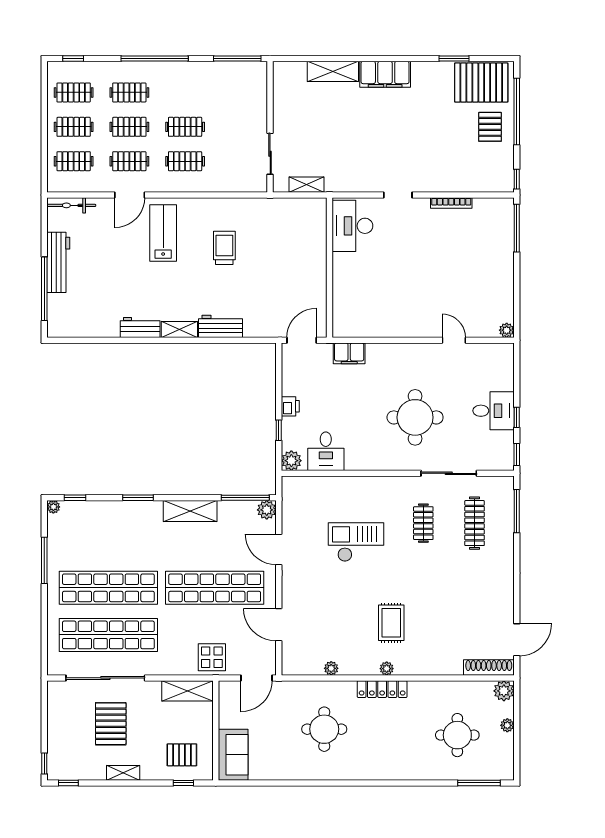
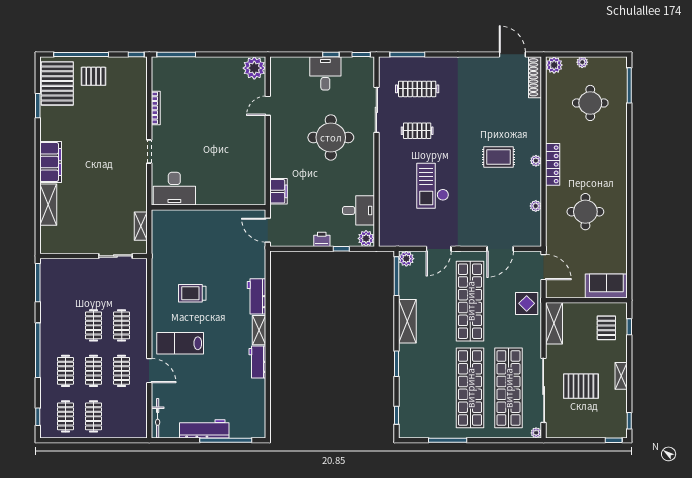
clothes rail: (74, 161) -> (122, 416), removed
plant: (507, 330) -> (254, 68), width x1.87, depth x1.87
plant: (53, 507) -> (536, 433), moved

